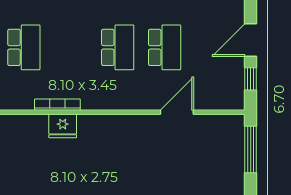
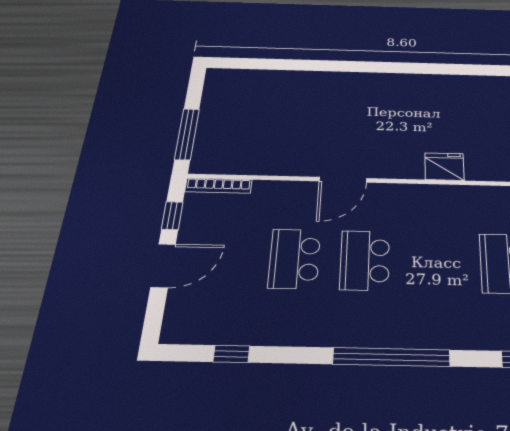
bookcase: (57, 105) -> (218, 186), moved
door: (177, 112) -> (343, 180), moved

